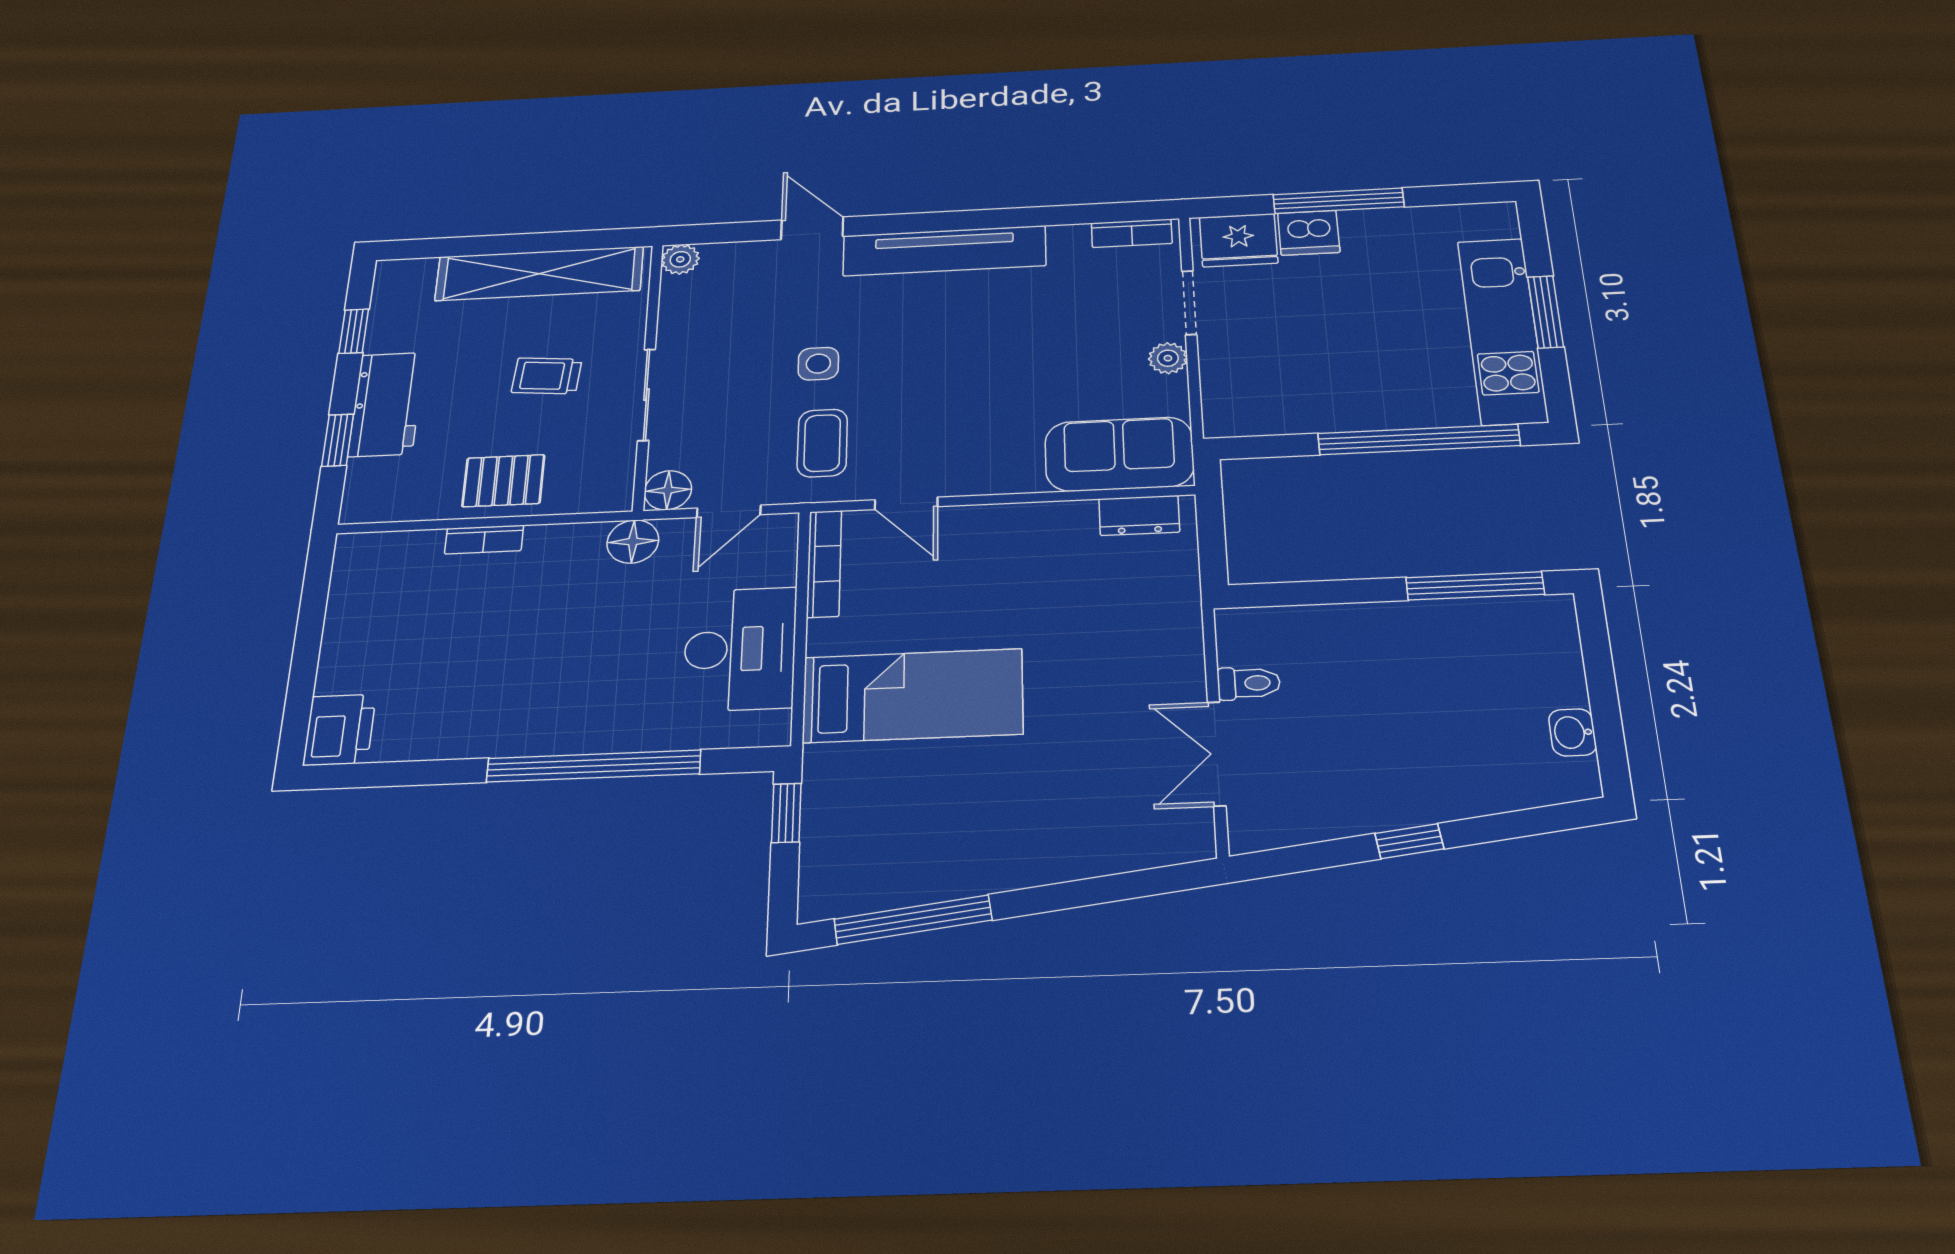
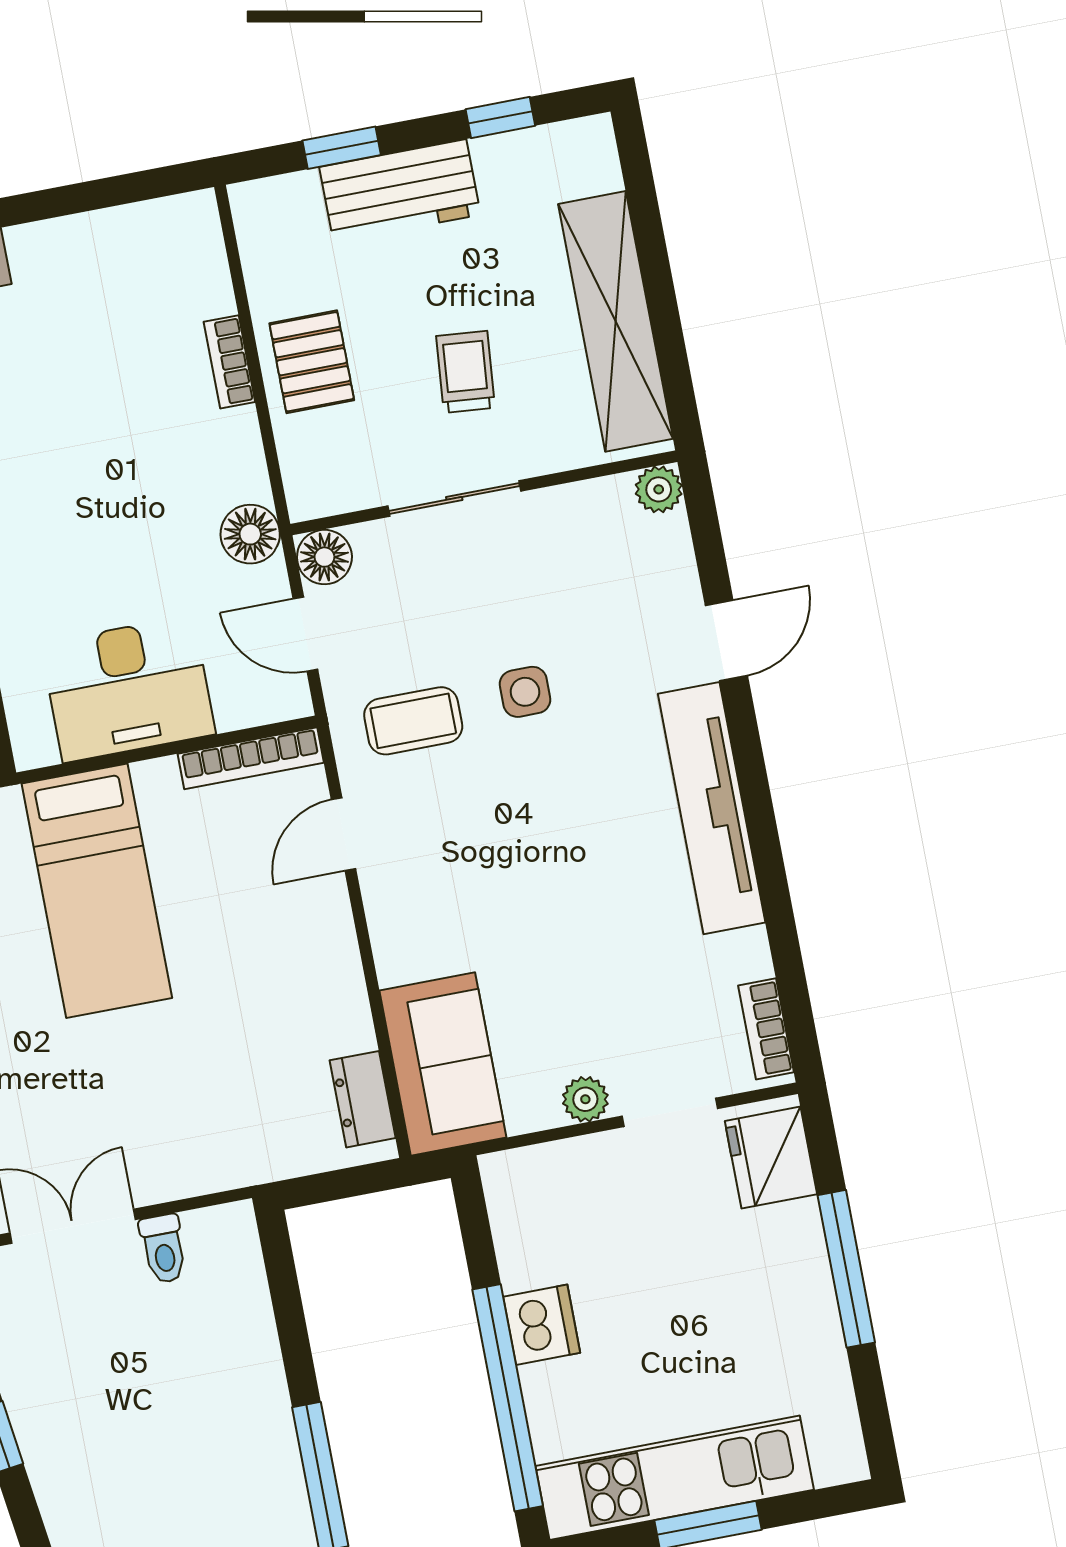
dishwasher: (1309, 233) -> (542, 1325), moved, turned 180

